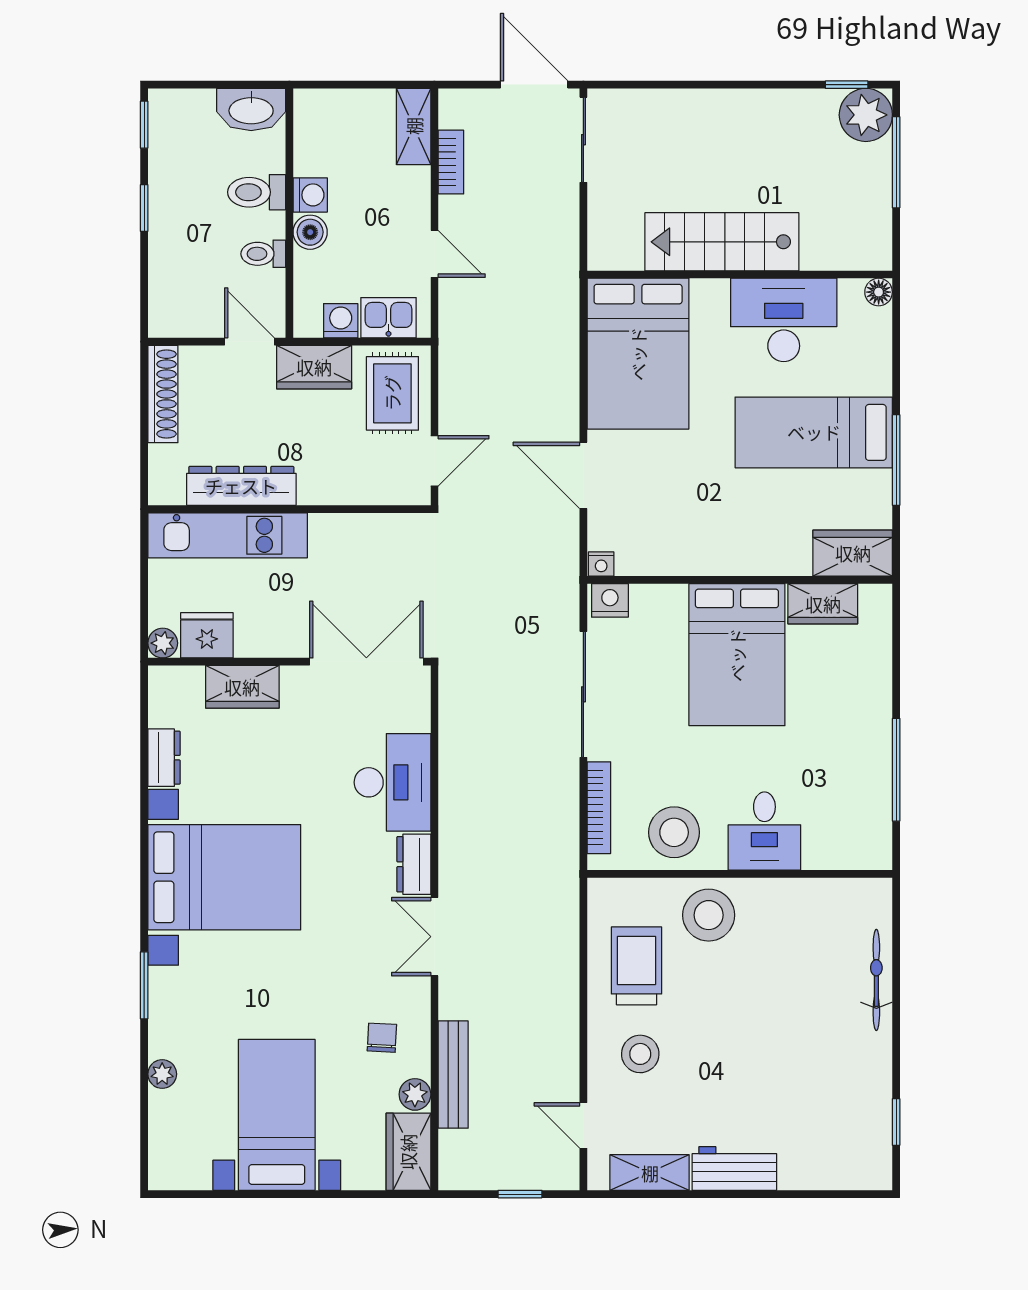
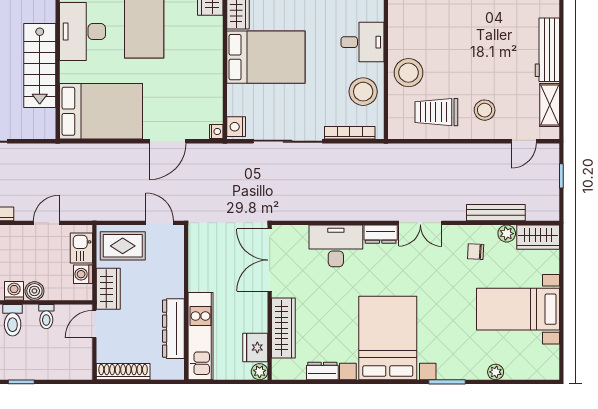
wardrobe: (242, 687) -> (283, 328), width x1.50
workbench: (734, 1168) -> (547, 50), width x1.38

